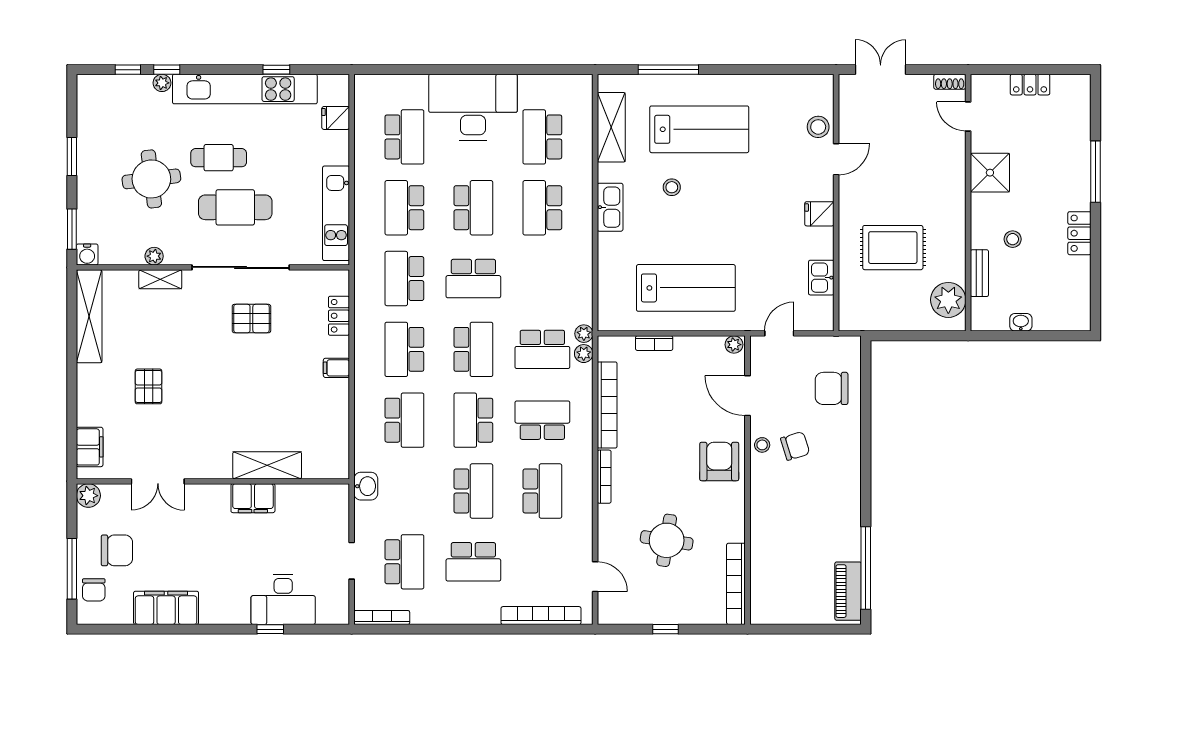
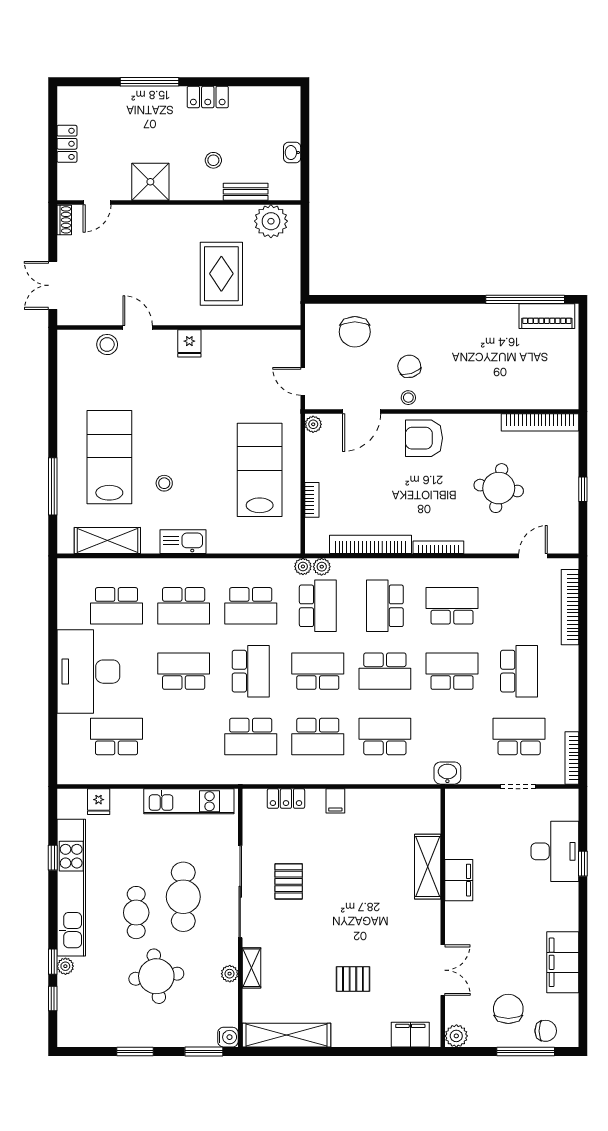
school desk: (404, 208) -> (251, 606), moved
kitchen sink: (821, 278) -> (250, 342), removed

